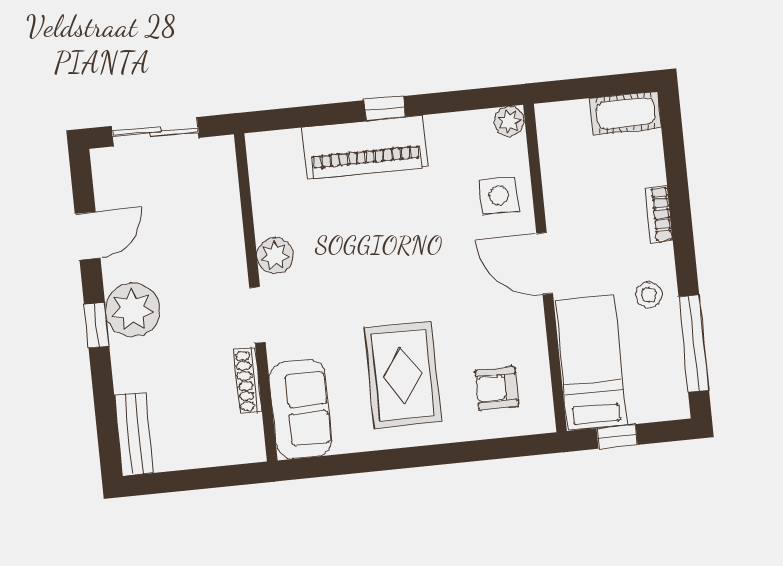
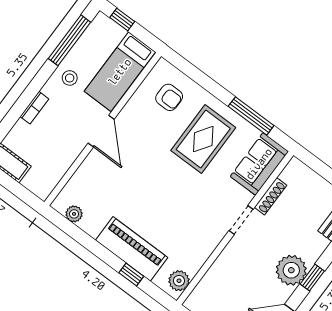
window: (385, 108) -> (131, 275), moved
plant: (509, 121) -> (74, 214), moved
side table: (499, 195) -> (94, 177), removed
plant: (275, 256) -> (179, 281), moved
window: (617, 436) -> (122, 20), moved
window: (369, 462) -> (251, 116), added

